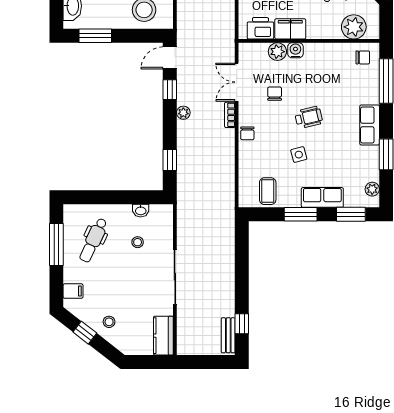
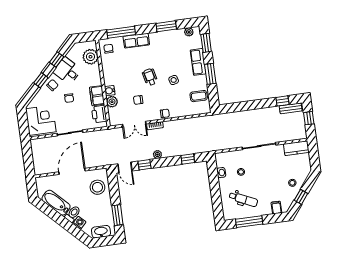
row of seats: (370, 125) -> (136, 41), moved
window: (209, 362) -> (309, 118), added

